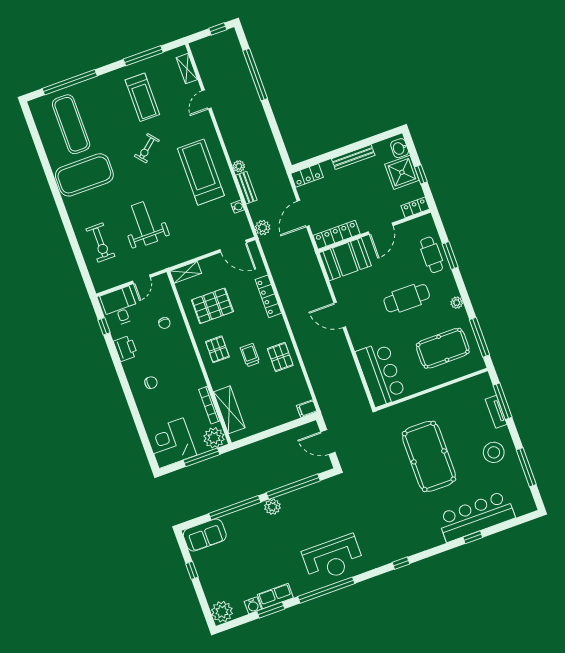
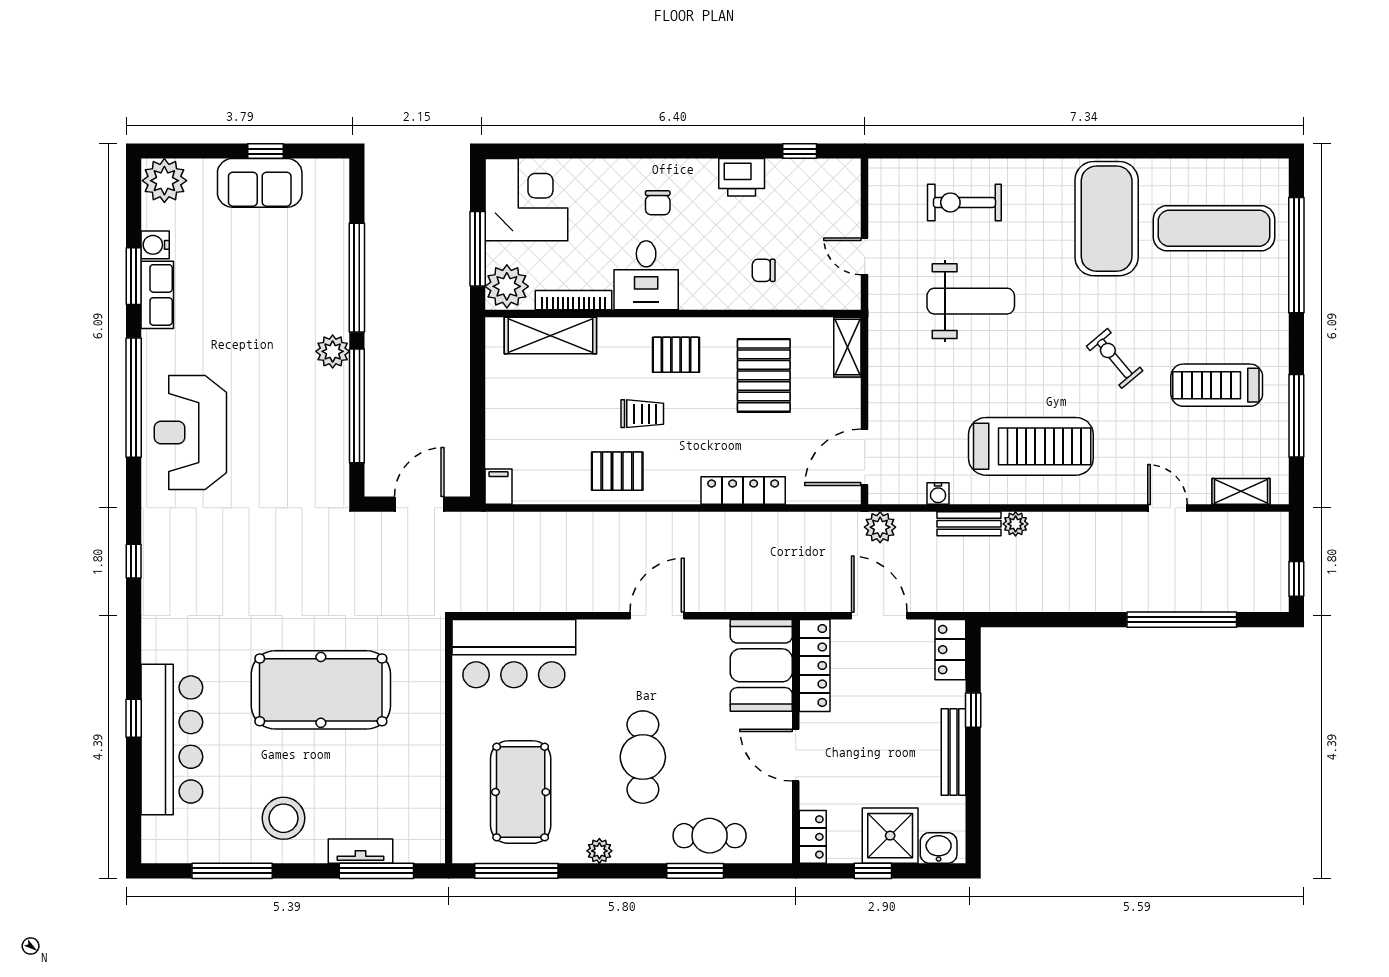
window: (331, 155) -> (973, 710), added
desk: (120, 307) -> (646, 275), moved, turned 90
sofa: (205, 535) -> (260, 183), moved, turned -90

